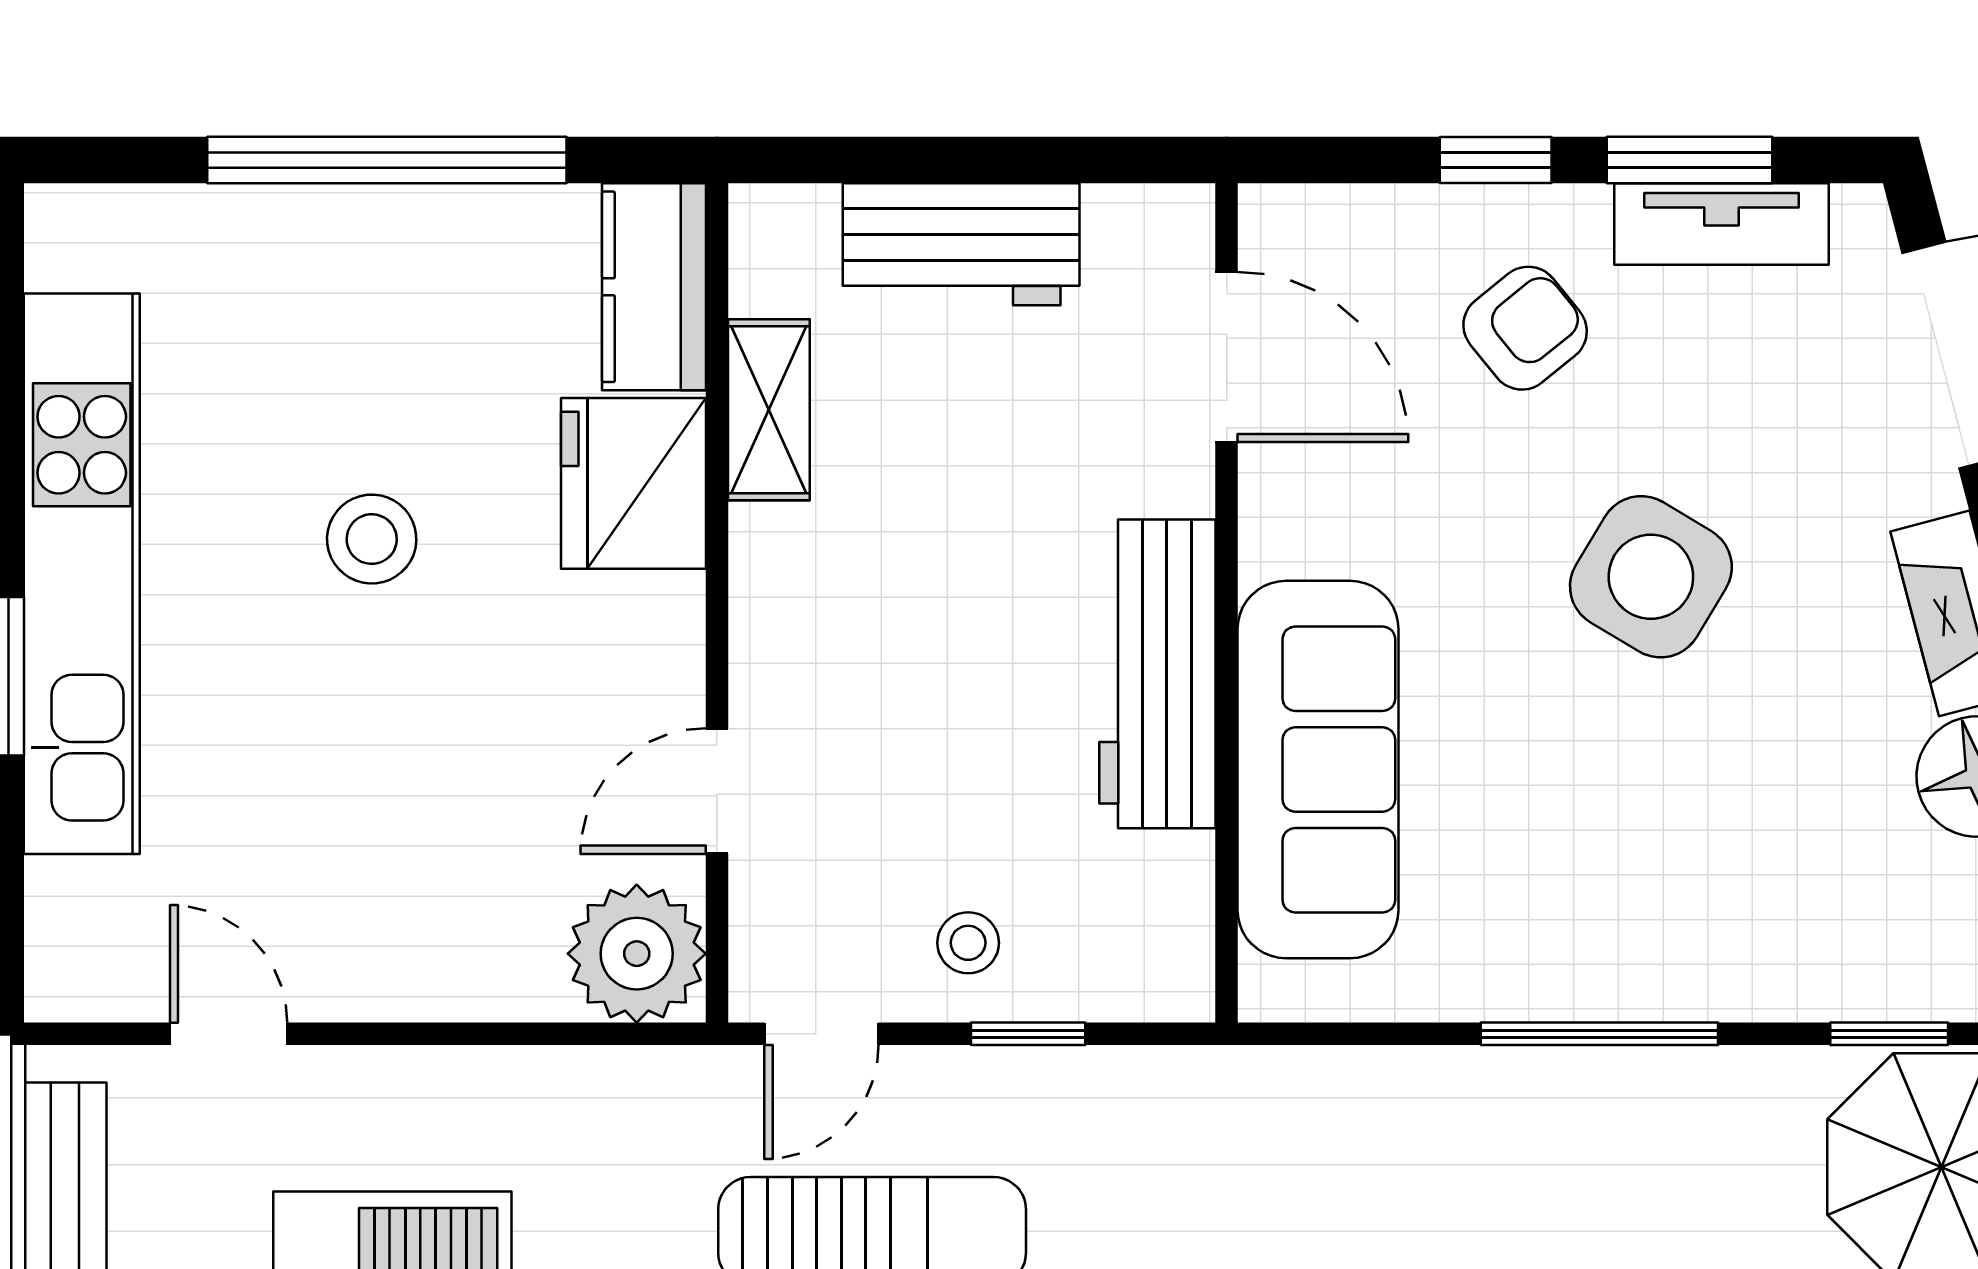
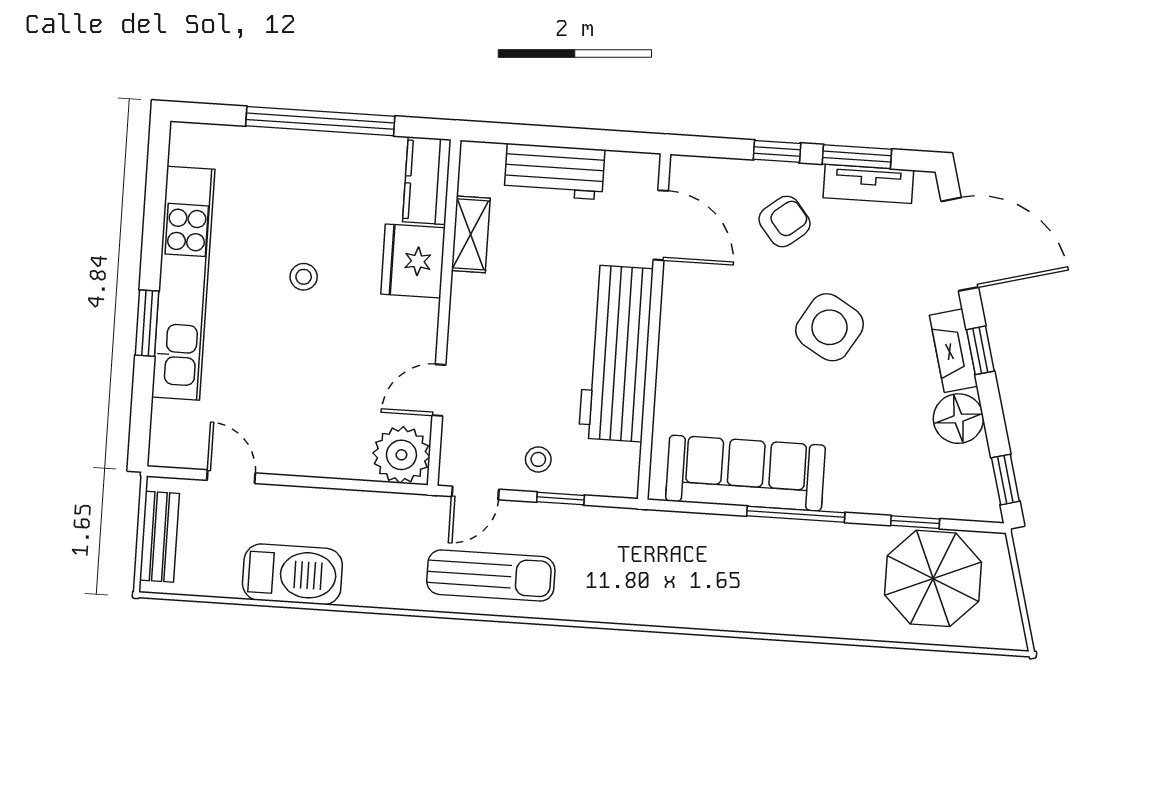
stool: (372, 539) -> (304, 277), width x0.73, depth x0.73
workbench: (1157, 674) -> (616, 353), width x1.36, depth x1.32
sofa: (1318, 770) -> (745, 473), moved, turned -90

